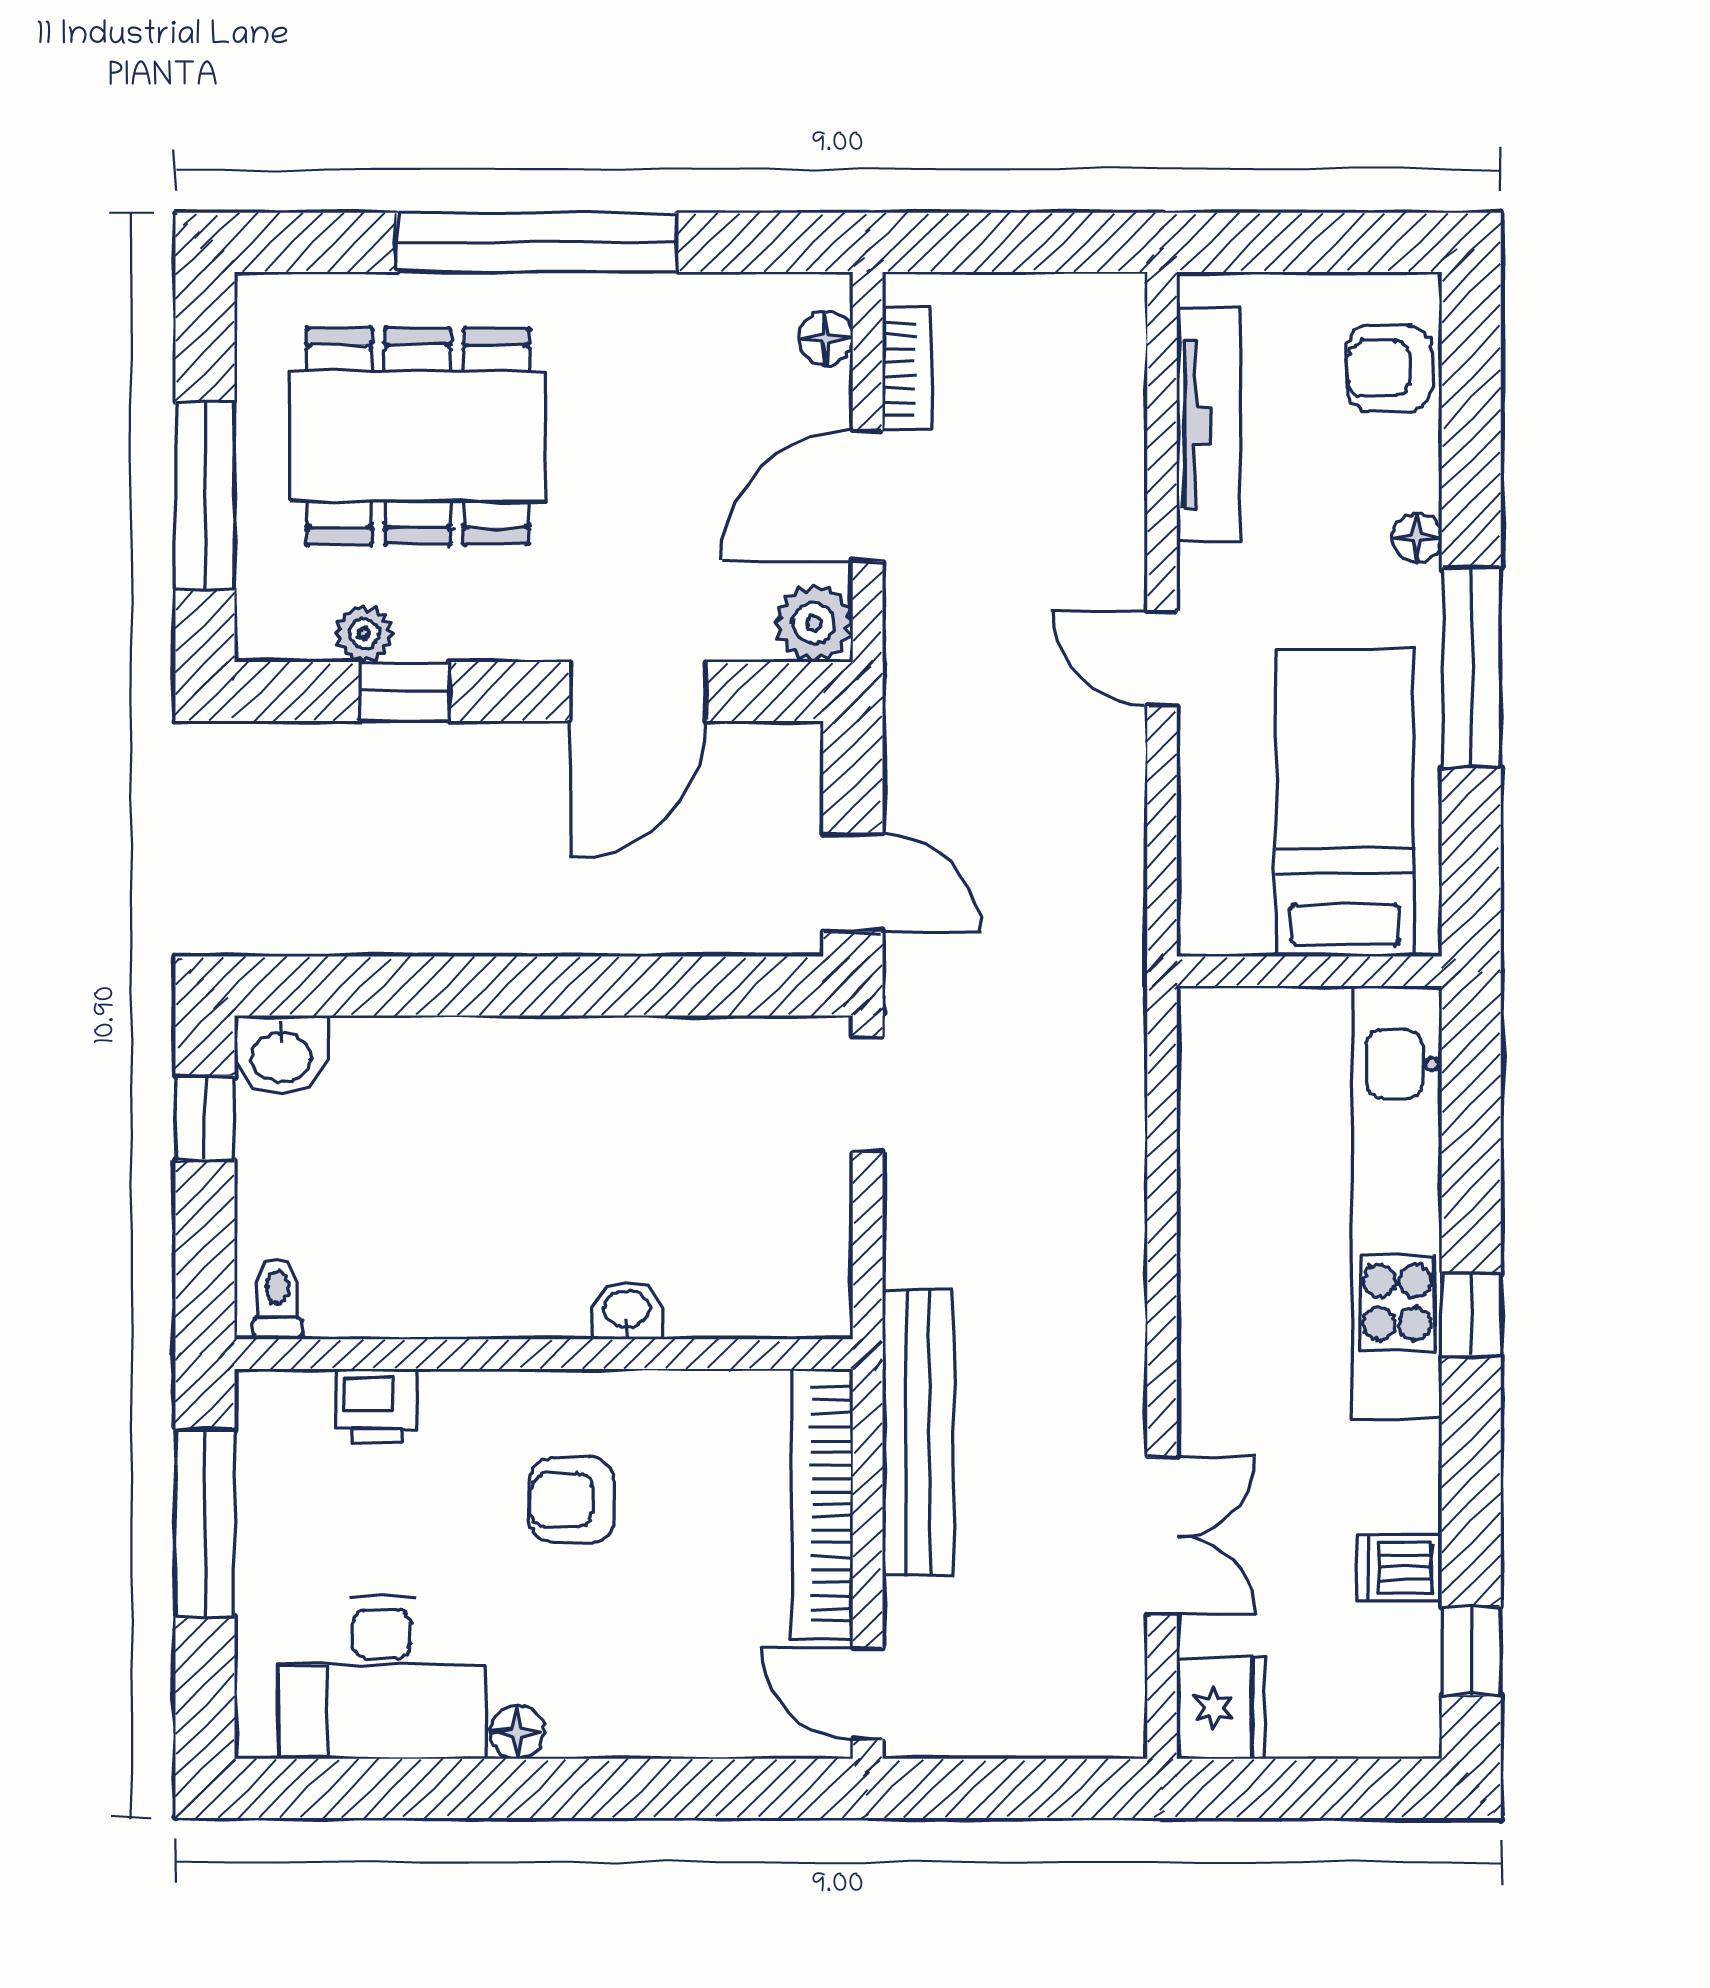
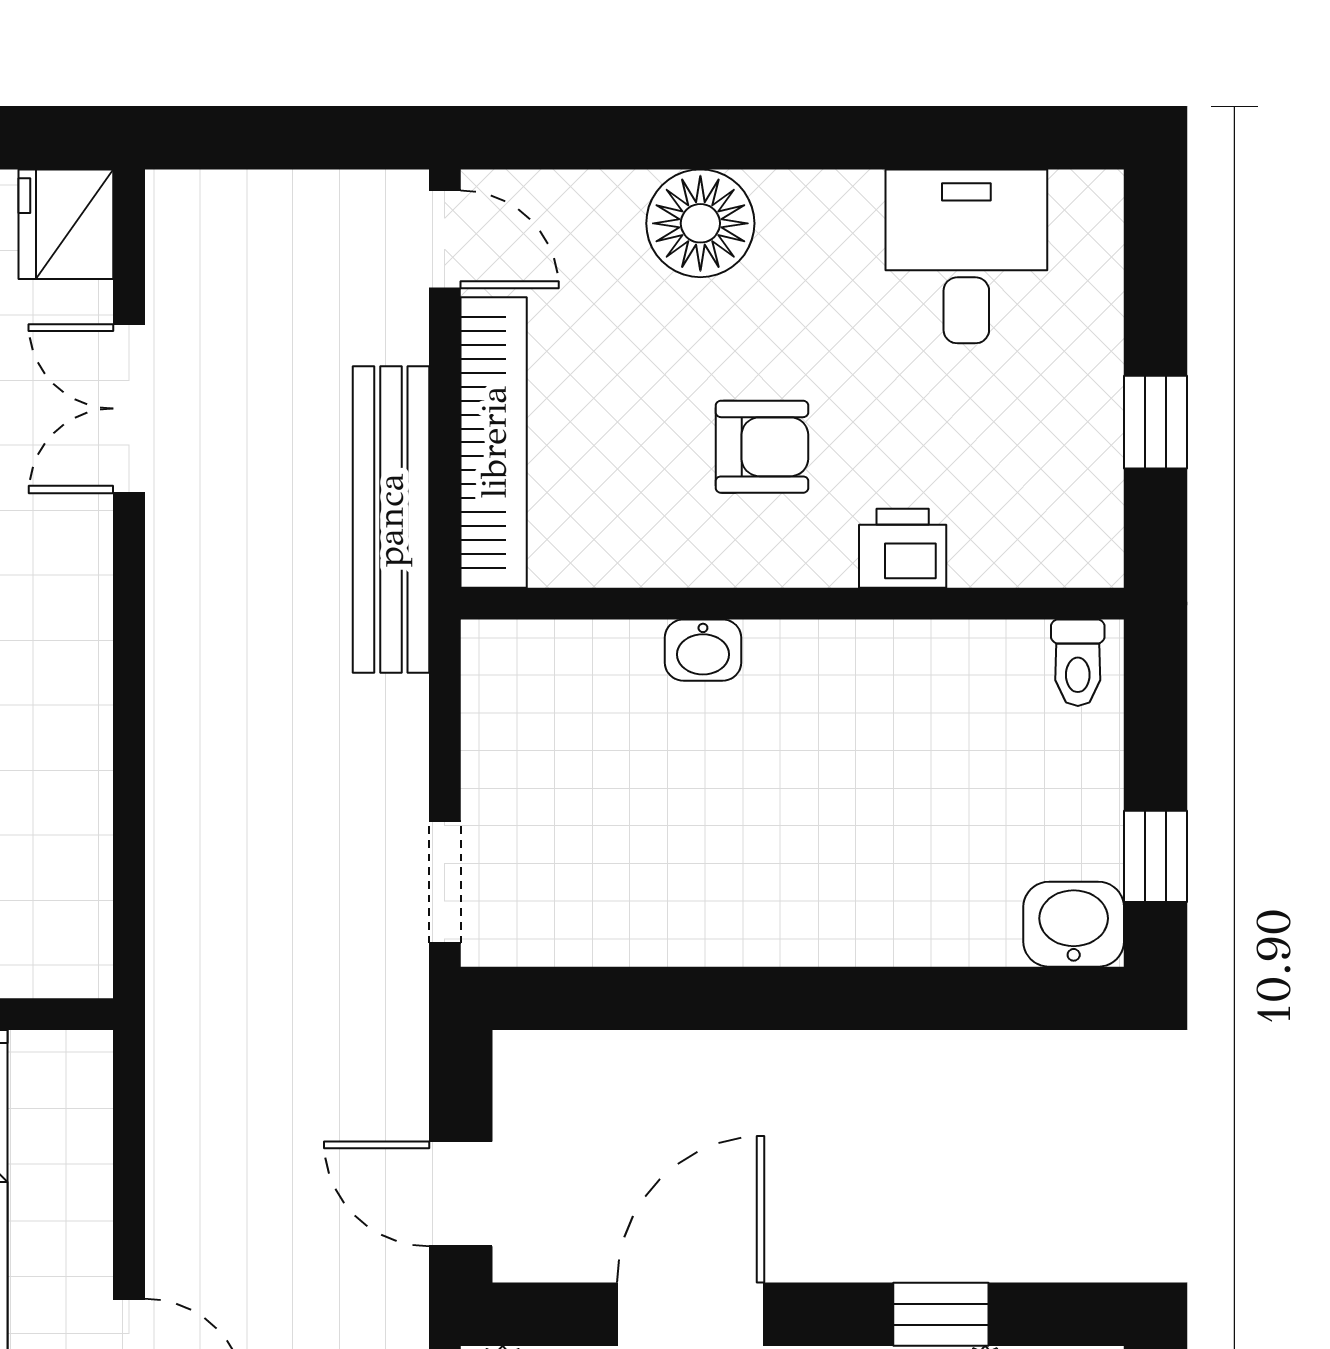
door: (853, 883) -> (461, 1194), moved
printer: (376, 1406) -> (903, 548), moved
window: (205, 1523) -> (1156, 422), width x0.46
desk: (381, 1678) -> (966, 256), width x0.73
floor lamp: (517, 1732) -> (700, 223), moved, width x1.89, depth x1.89

